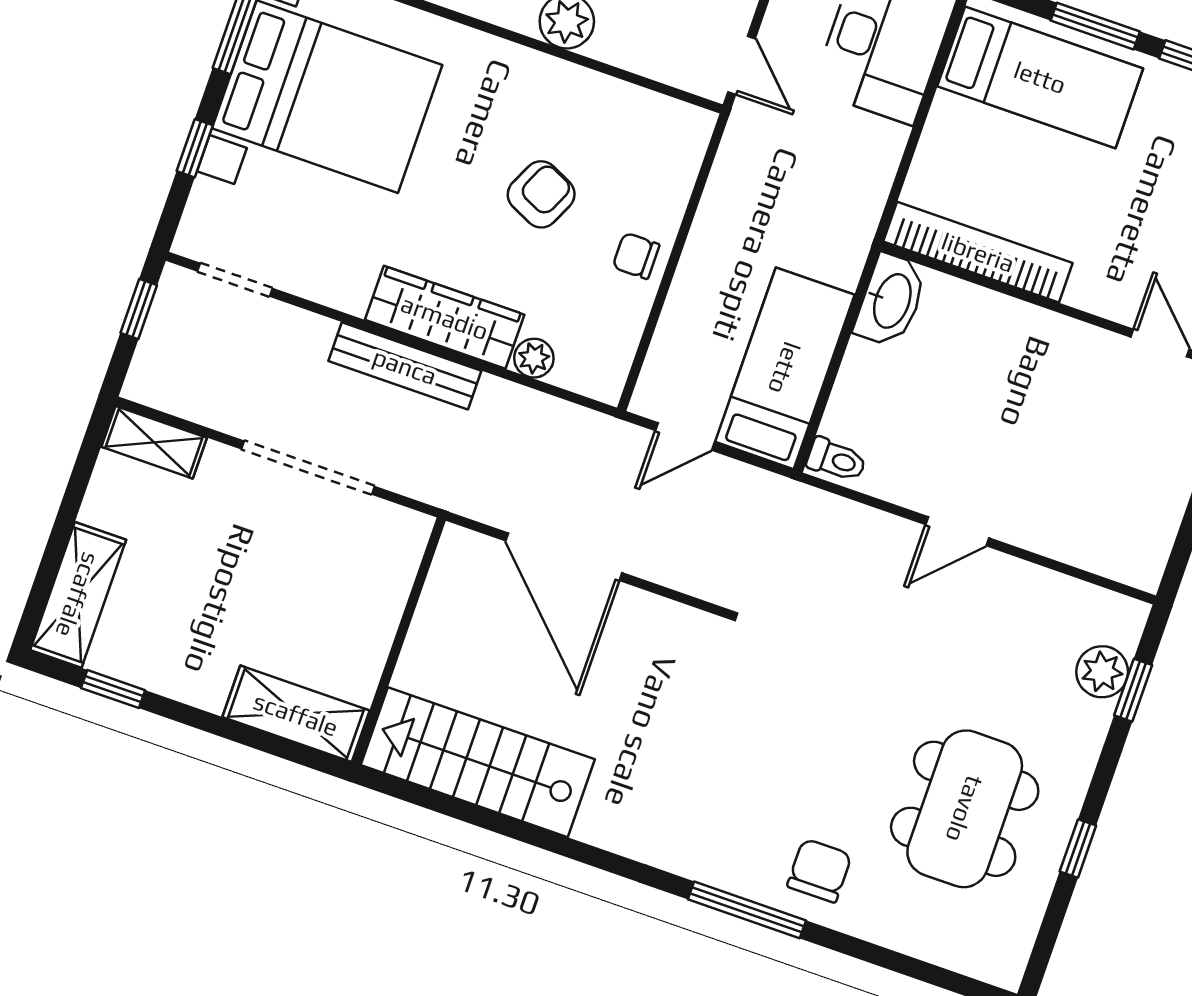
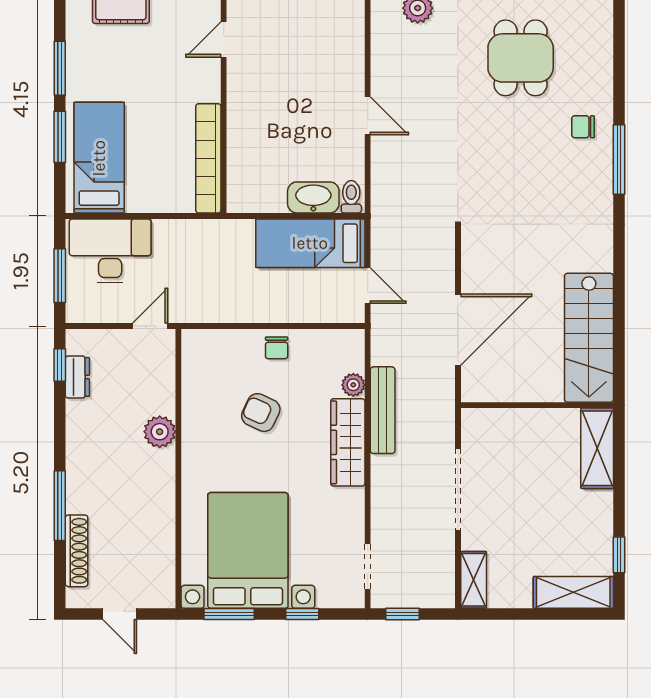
washbasin: (891, 300) -> (313, 197), moved
bench: (405, 366) -> (383, 410), moved
dining table: (965, 809) -> (521, 58), width x0.73
chair: (819, 871) -> (583, 127), width x0.73, depth x0.73

